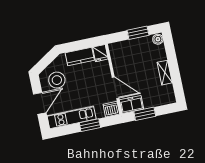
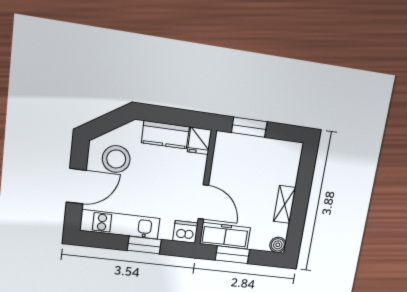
window: (138, 33) -> (249, 127), moved
boiler: (158, 39) -> (278, 245), moved
freezer: (132, 104) -> (225, 236), width x1.40

